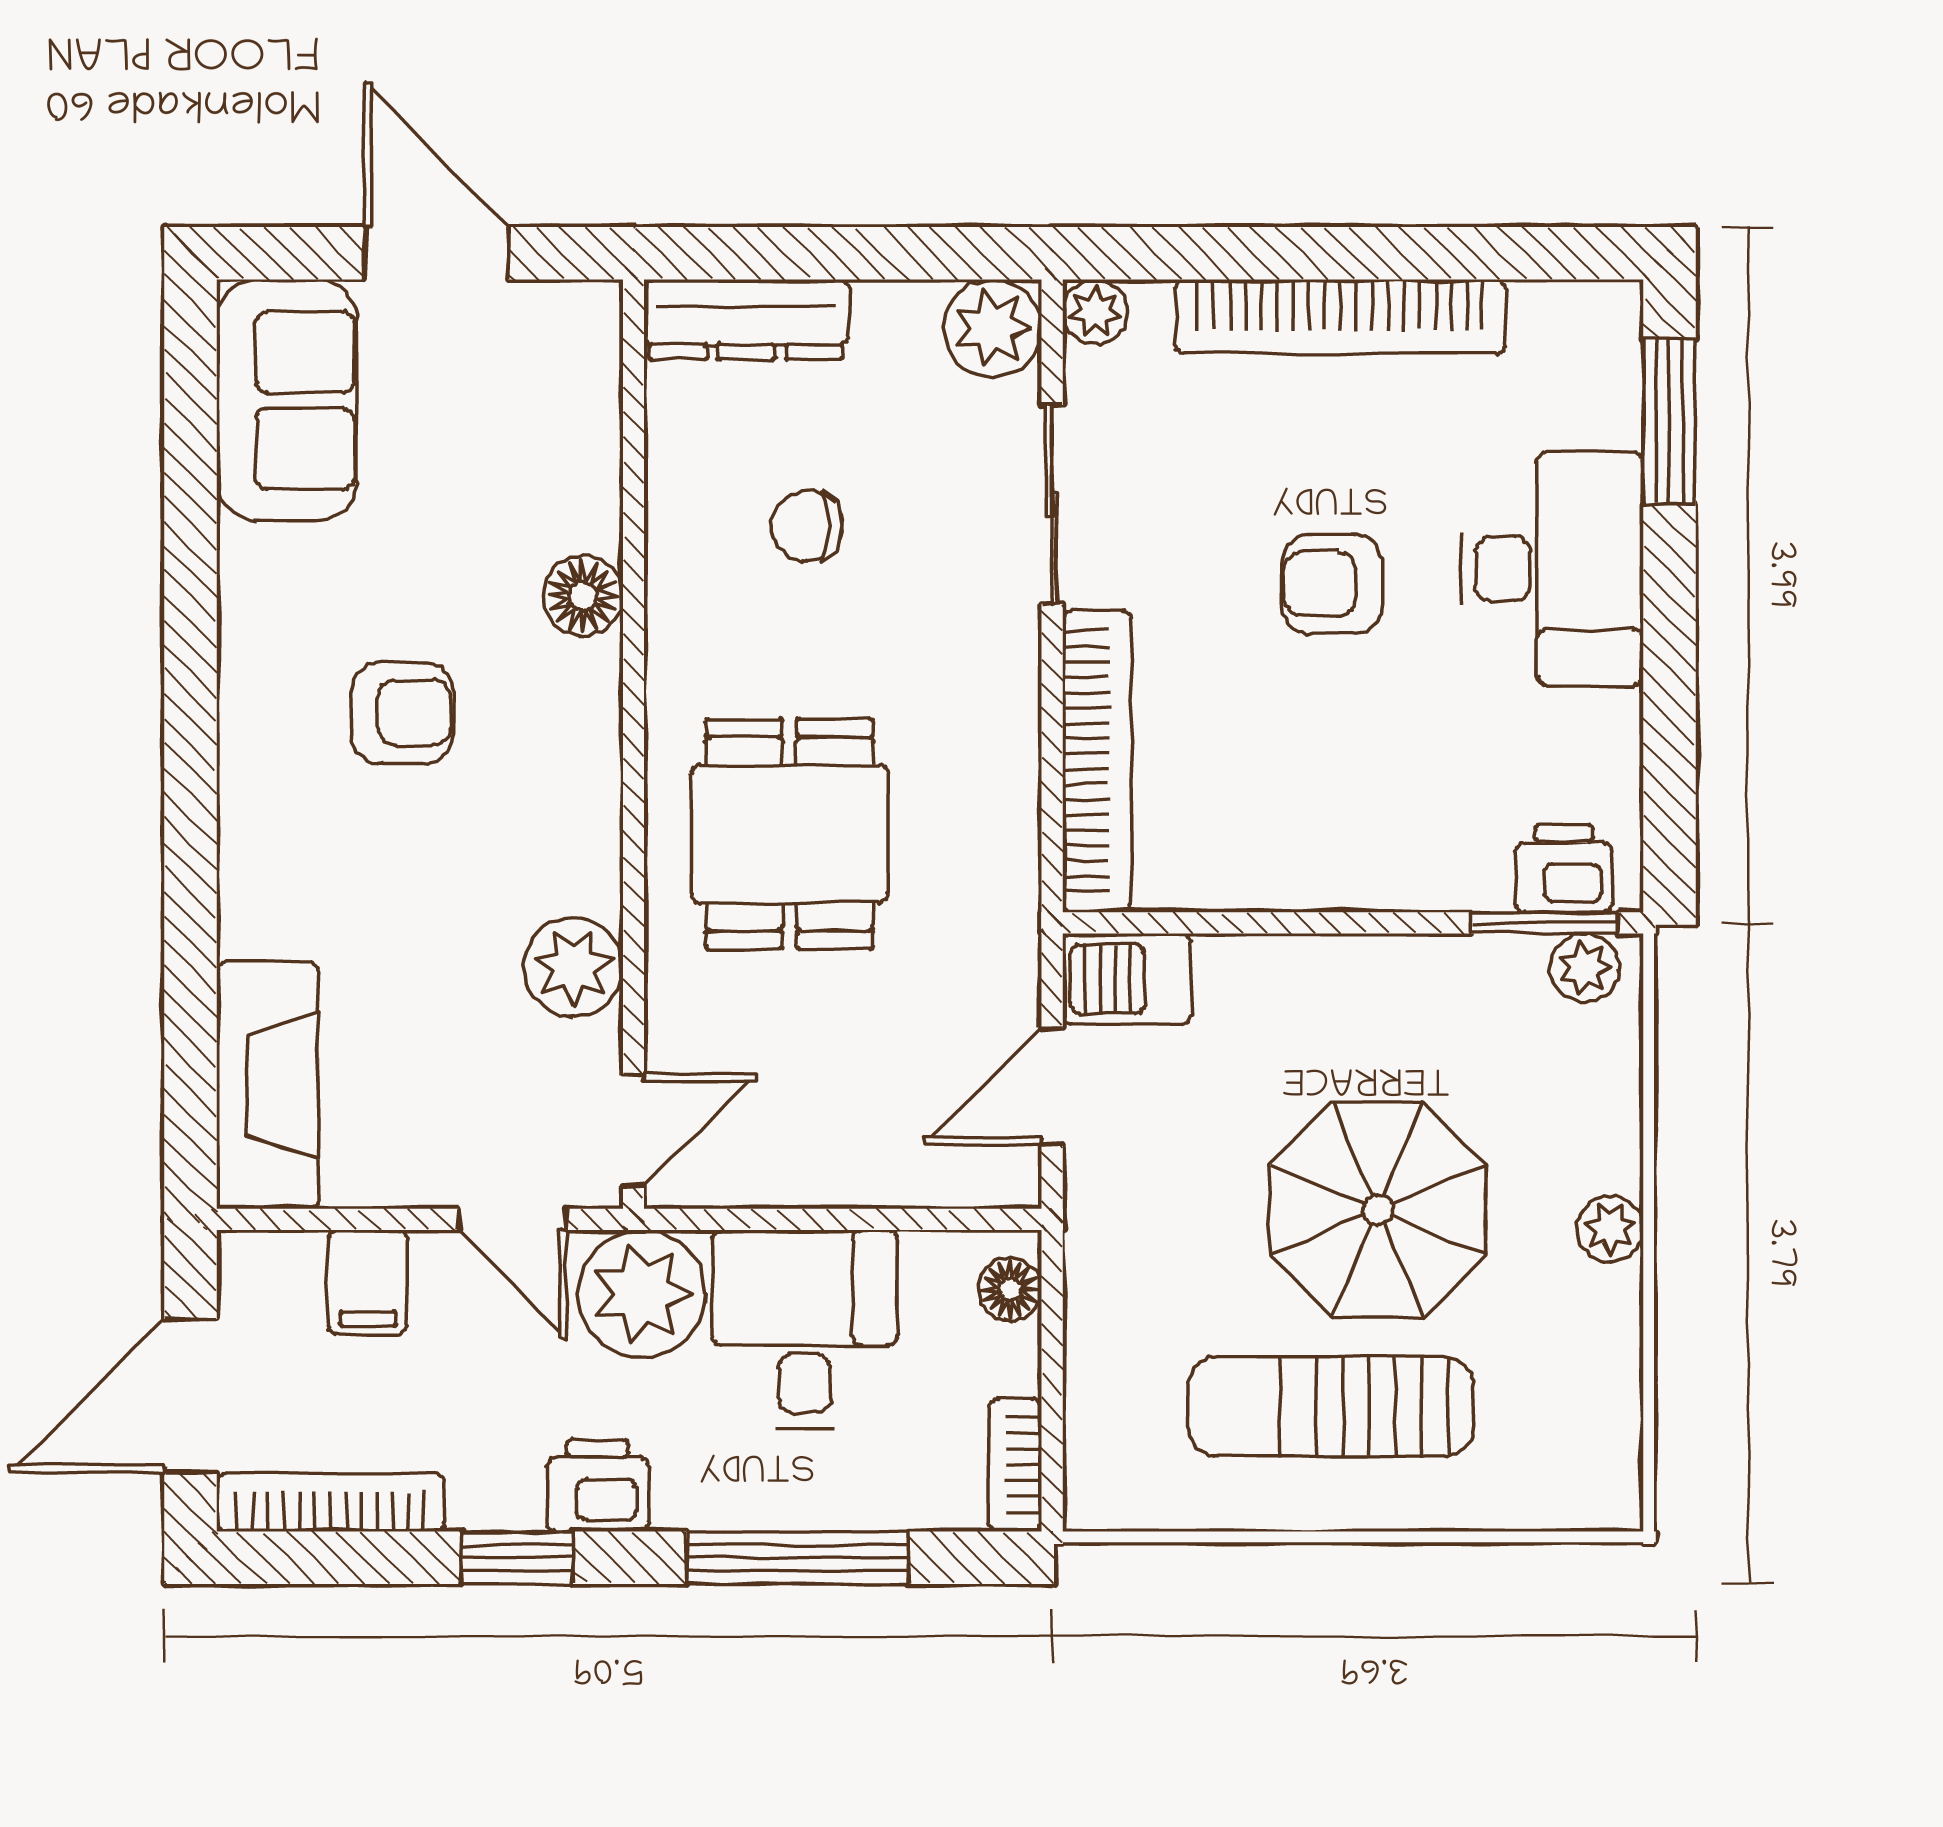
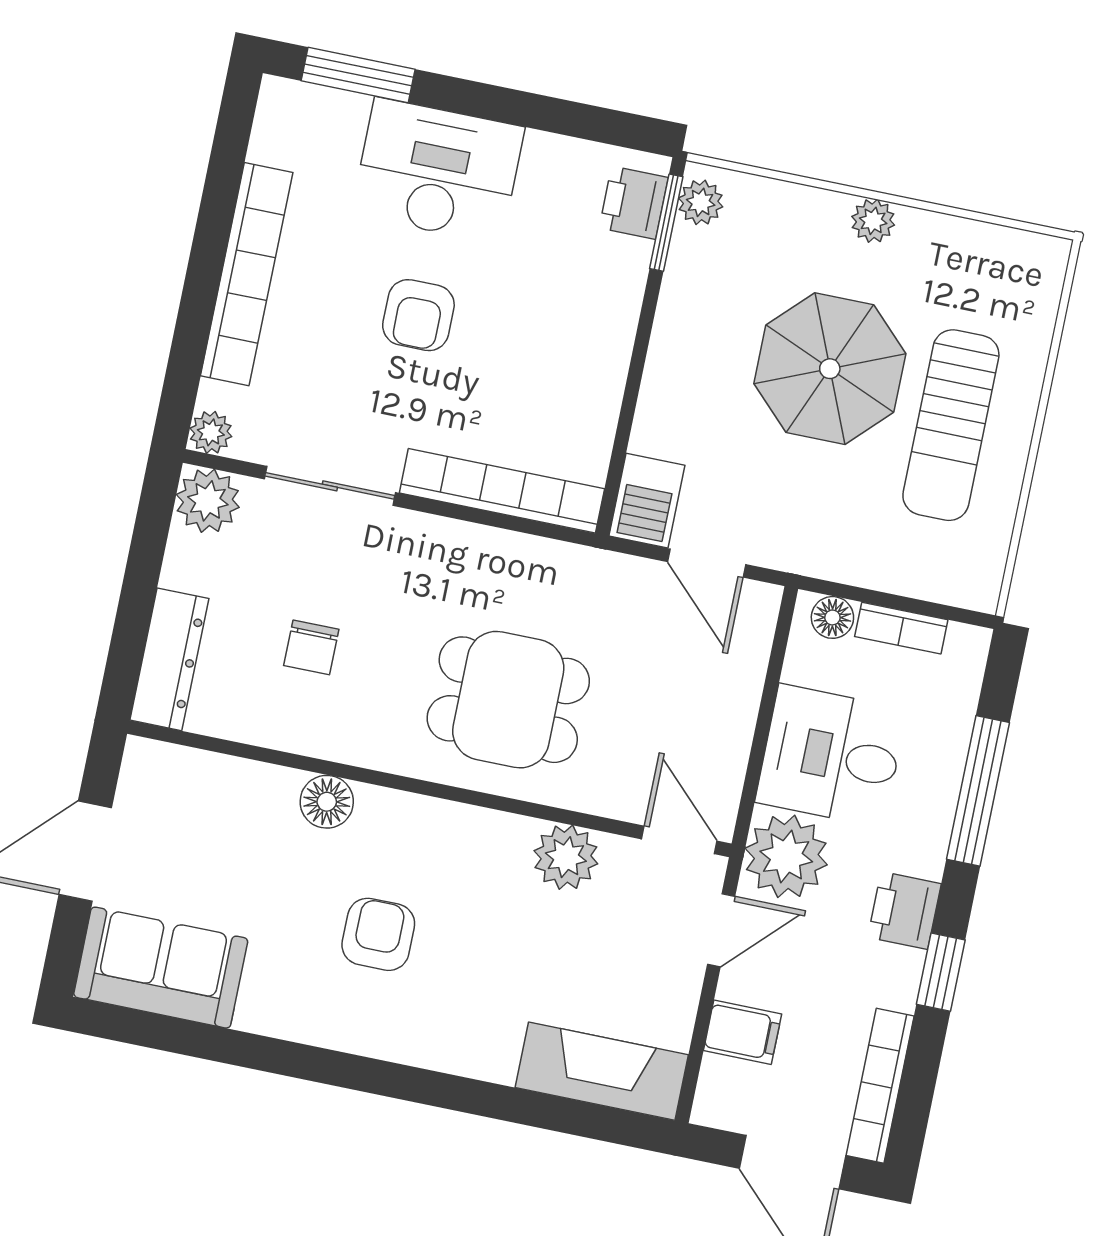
bookcase: (1015, 1465) -> (901, 628), moved

